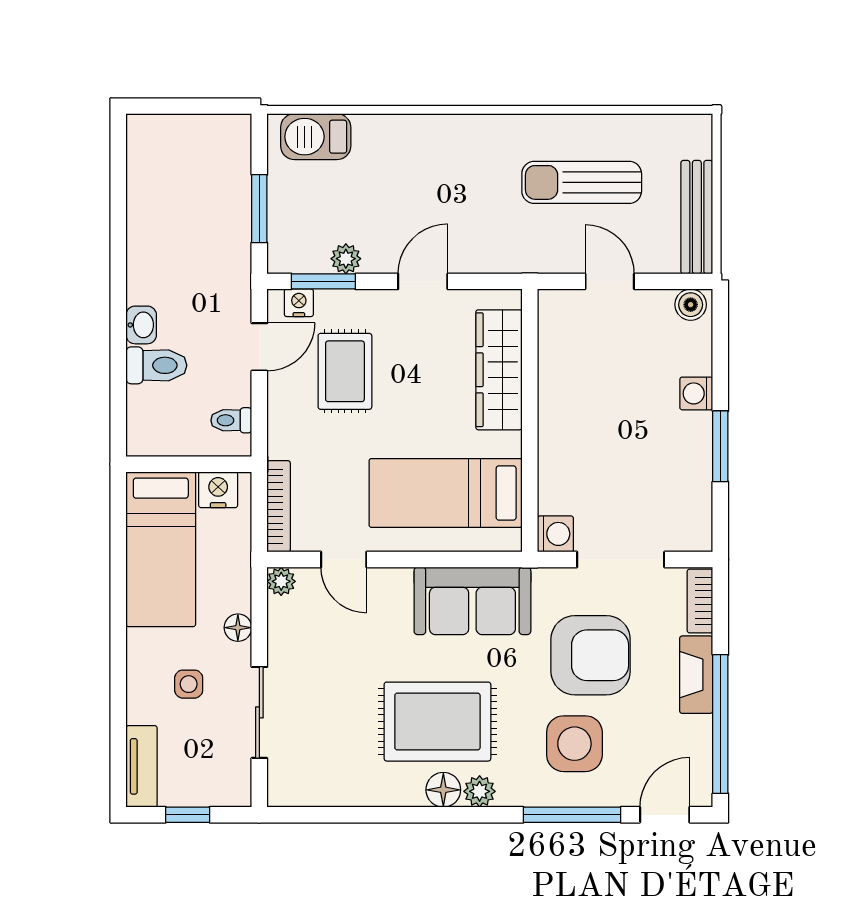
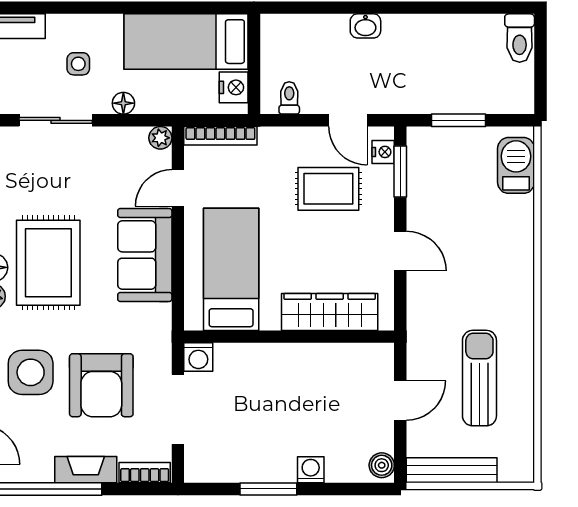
plant: (346, 259) -> (418, 190), removed
toilet: (156, 365) -> (520, 38), moved
sofa: (472, 601) -> (145, 255), moved

